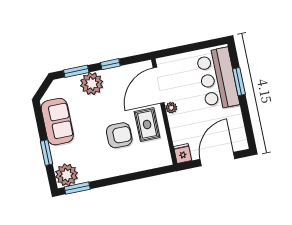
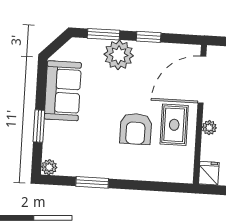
plant: (171, 108) -> (209, 128), moved
armchair: (119, 135) -> (136, 129), turned 90
plant: (67, 175) -> (49, 167), width x0.53, depth x0.53
window: (77, 188) -> (92, 182), moved

